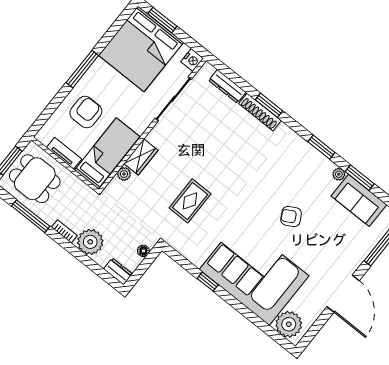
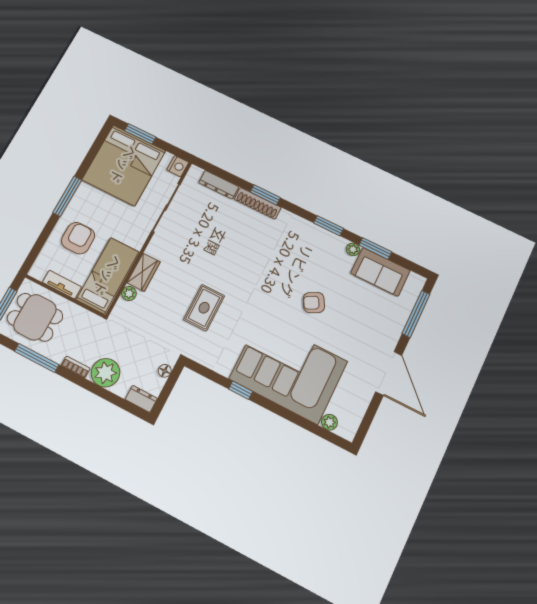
plant: (289, 324) -> (329, 422), width x0.53, depth x0.53

